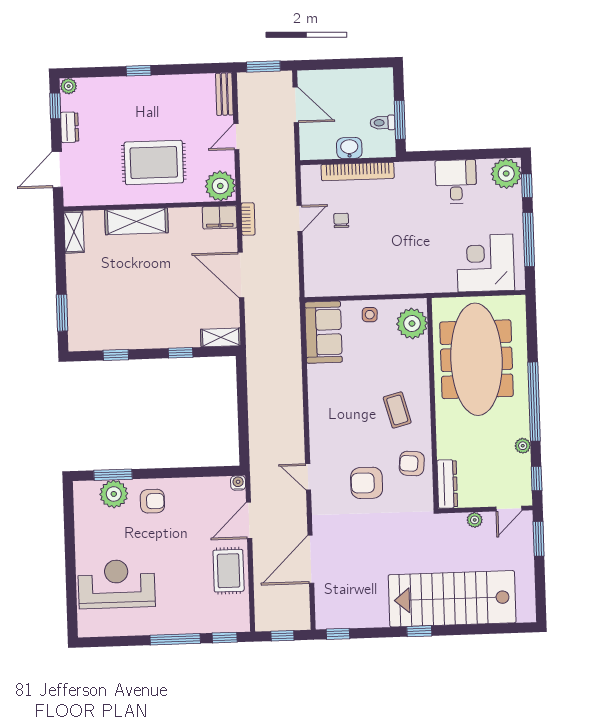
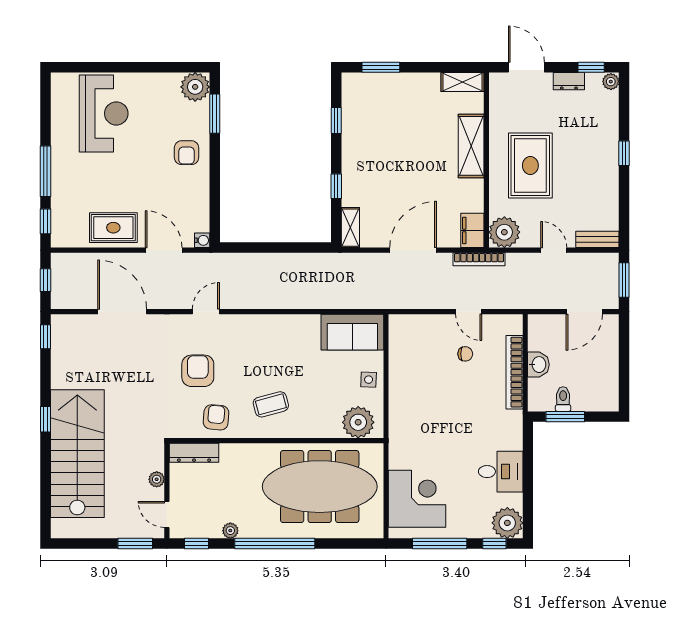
bookcase: (248, 219) -> (479, 259), width x1.56
plant: (114, 494) -> (195, 87), moved

